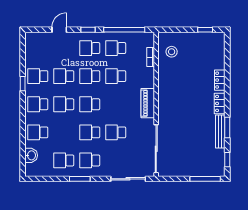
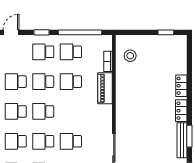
piano: (148, 103) -> (105, 88), moved
school desk: (64, 132) -> (16, 141), added

